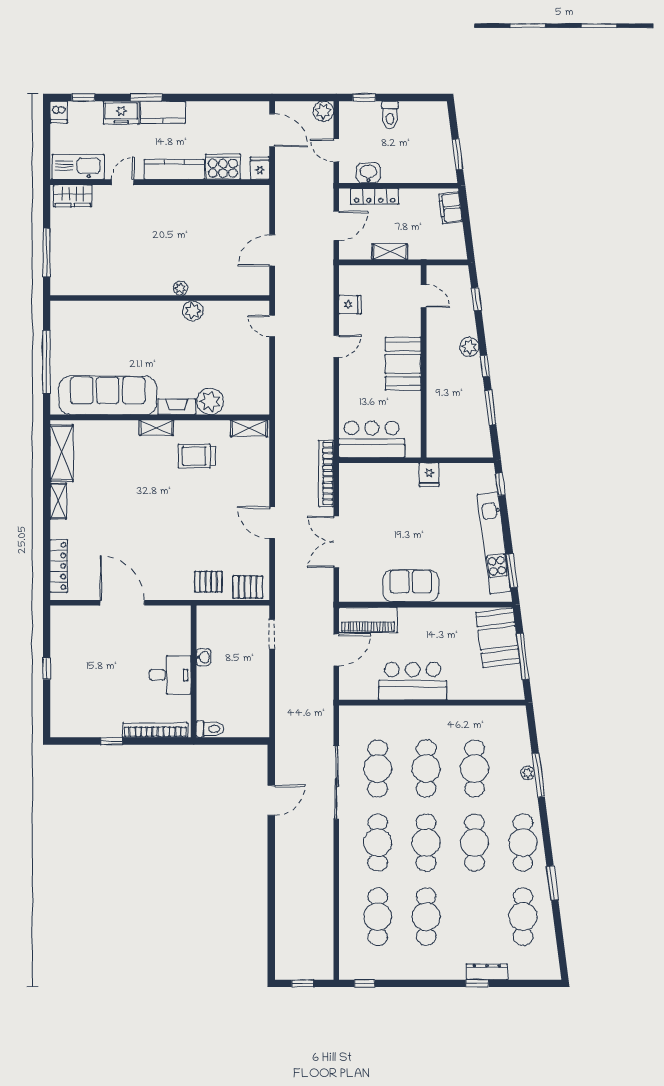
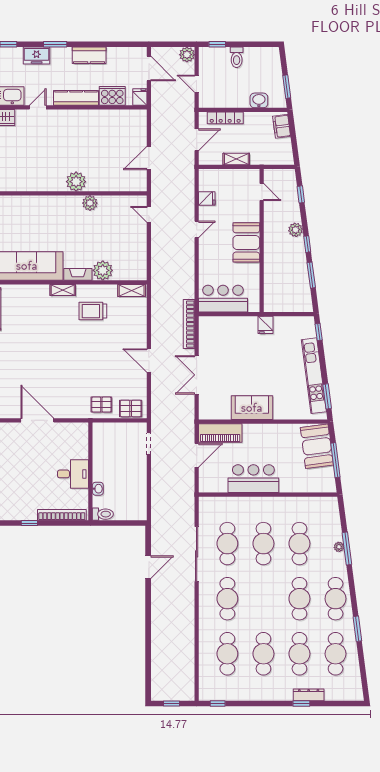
kitchen counter: (163, 112) -> (89, 55), moved
washbasin: (368, 173) -> (259, 100), moved
plant: (181, 288) -> (76, 182), width x1.88, depth x1.88
washbasin: (204, 657) -> (98, 489), moved
cafe table: (426, 843) -> (299, 654), moved

